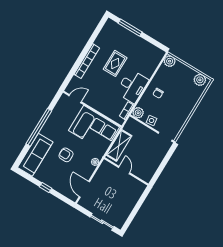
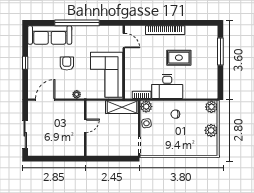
plant: (200, 80) -> (211, 130), moved
shelving: (119, 145) -> (122, 107), moved

